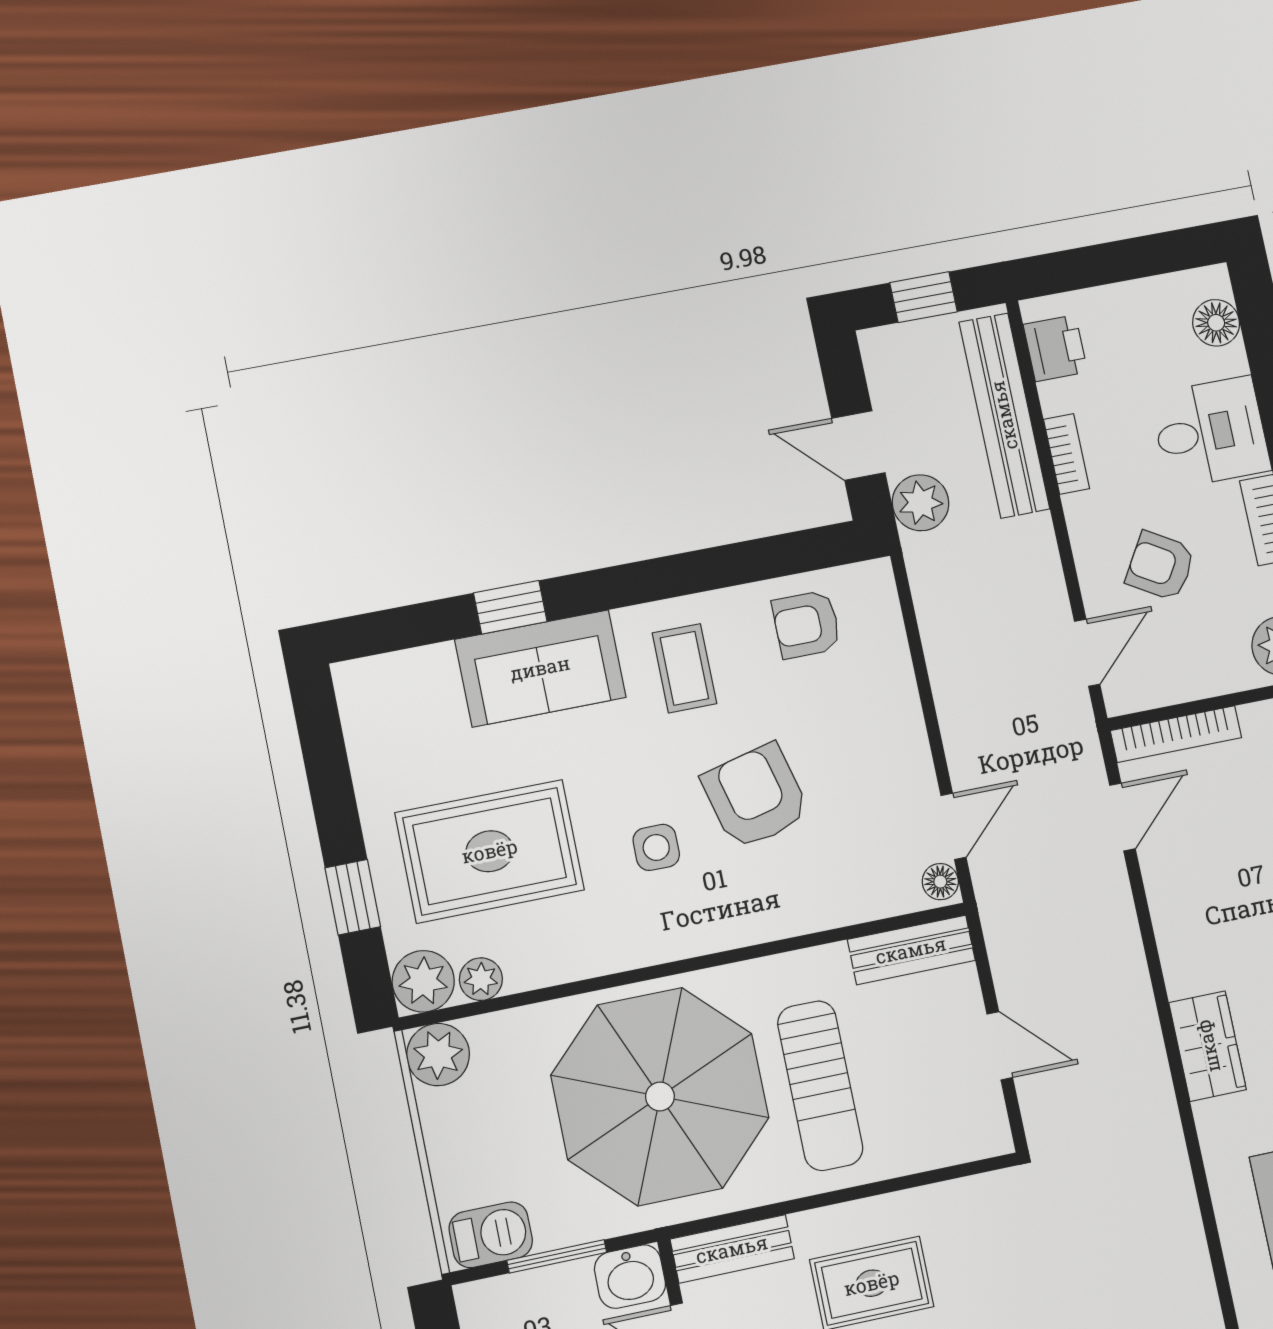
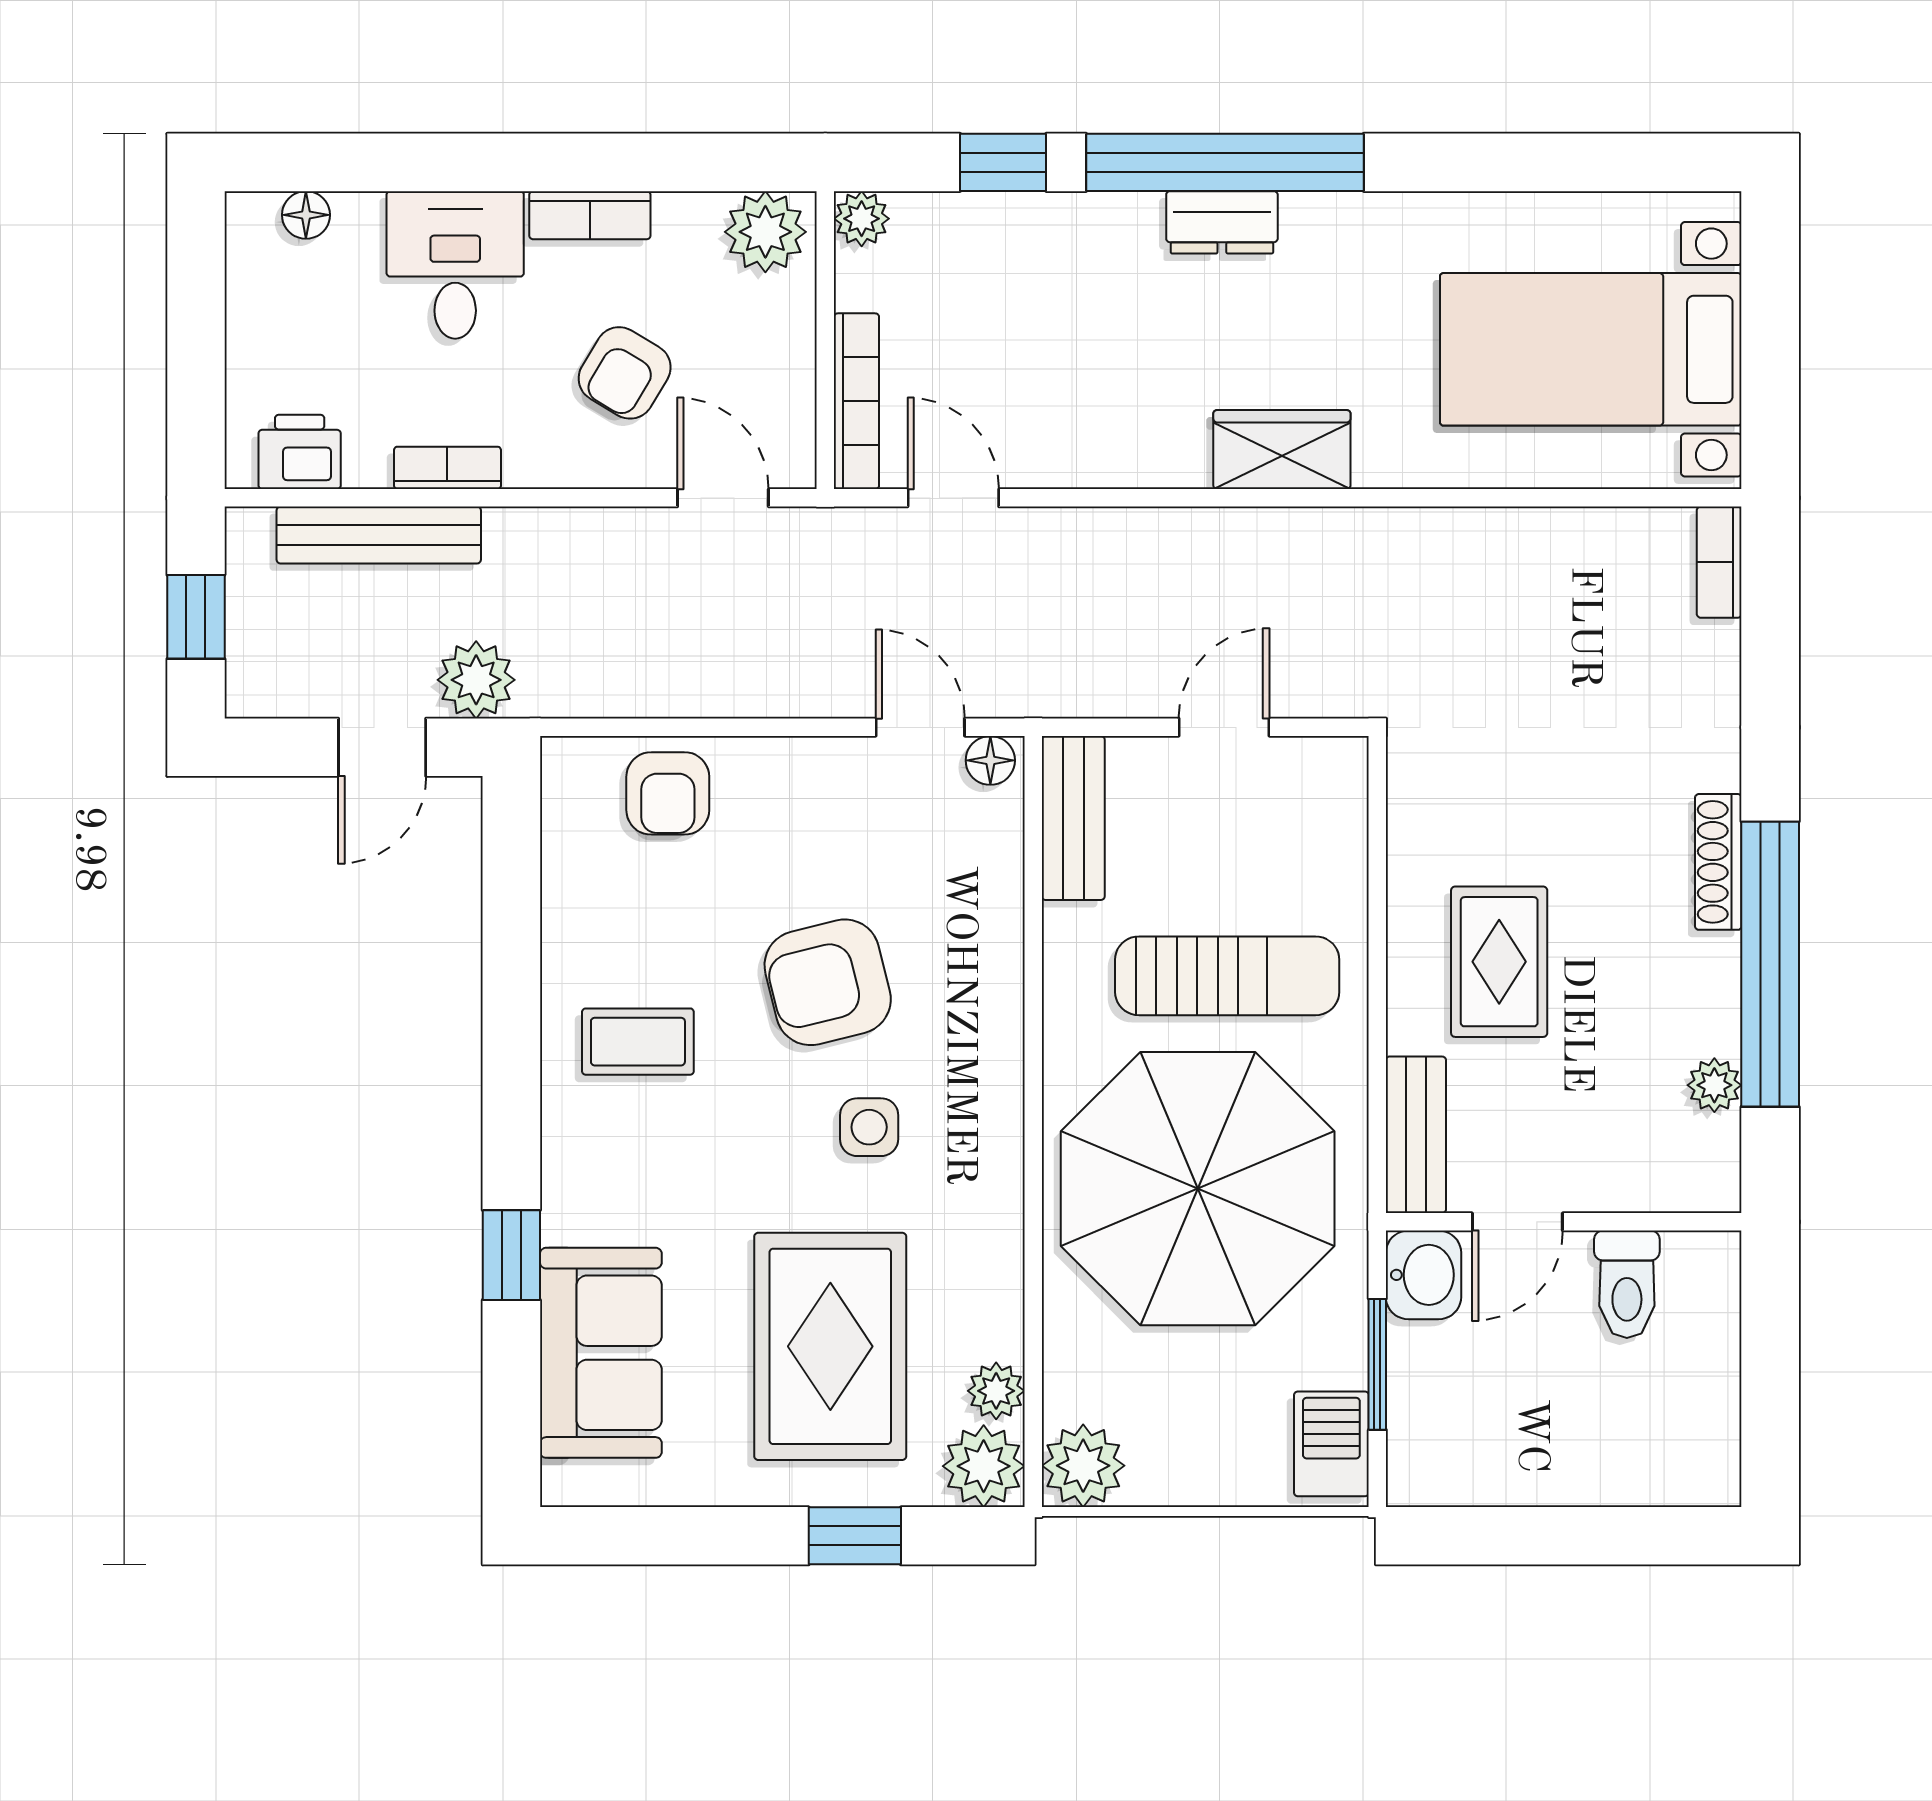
floor lamp: (1216, 323) -> (306, 215), width x0.73, depth x0.73
bench: (1004, 415) -> (379, 535), width x0.73, depth x0.82
armchair: (807, 624) -> (668, 793), moved
sofa: (540, 668) -> (601, 1353), moved

